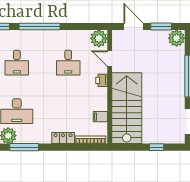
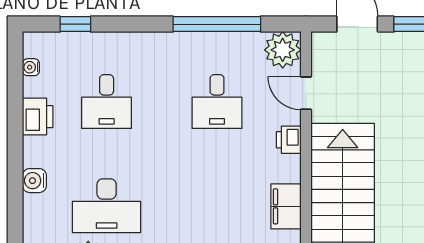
window: (39, 26) -> (217, 24), moved
filing cabinet: (100, 117) -> (286, 206), width x2.00

